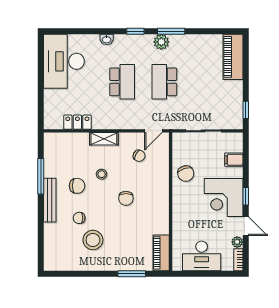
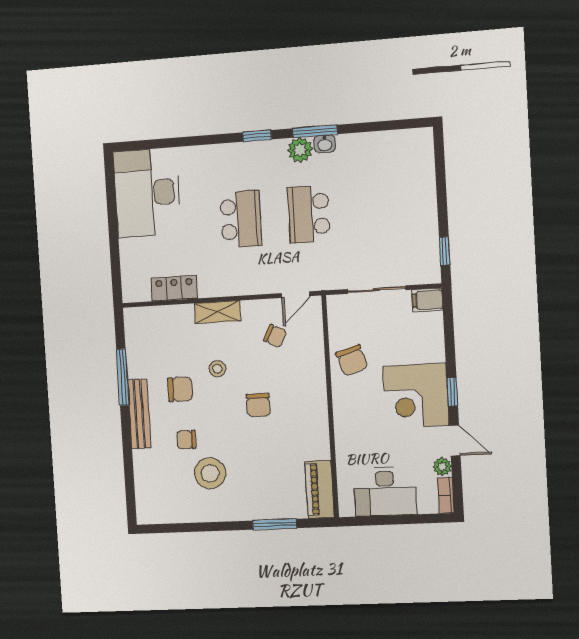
washbasin: (107, 39) -> (325, 144), moved
piano: (233, 57) -> (419, 165), removed
filing cabinet: (234, 160) -> (427, 300), moved

